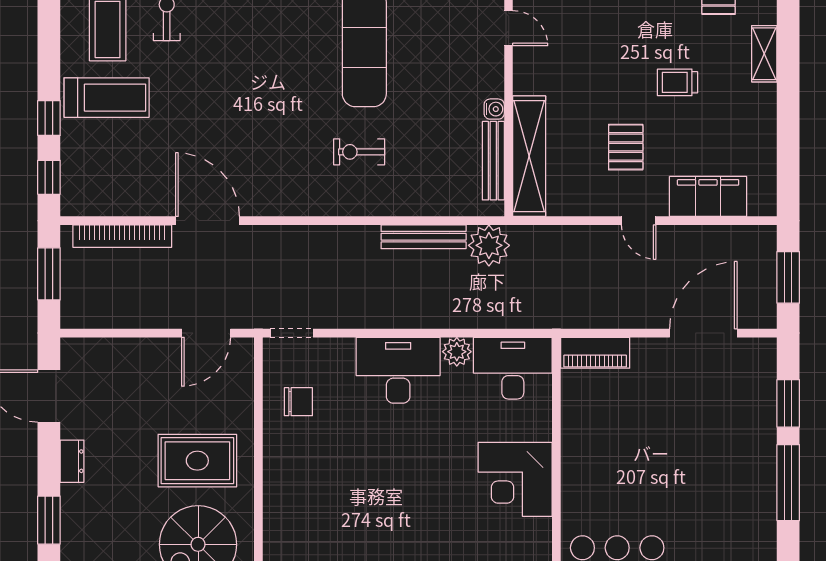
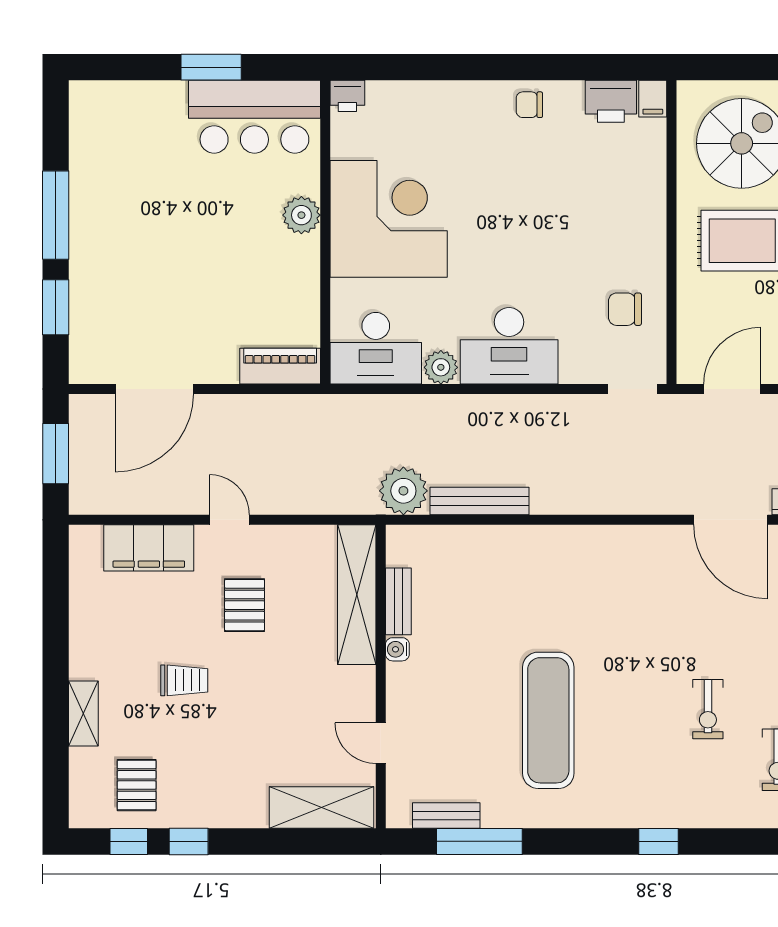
exercise bike: (359, 152) -> (708, 709), moved, turned 90
bench: (493, 161) -> (398, 601), width x0.73
corner desk: (515, 479) -> (389, 219), width x1.36, depth x1.36
plant: (577, 483) -> (301, 215), added

